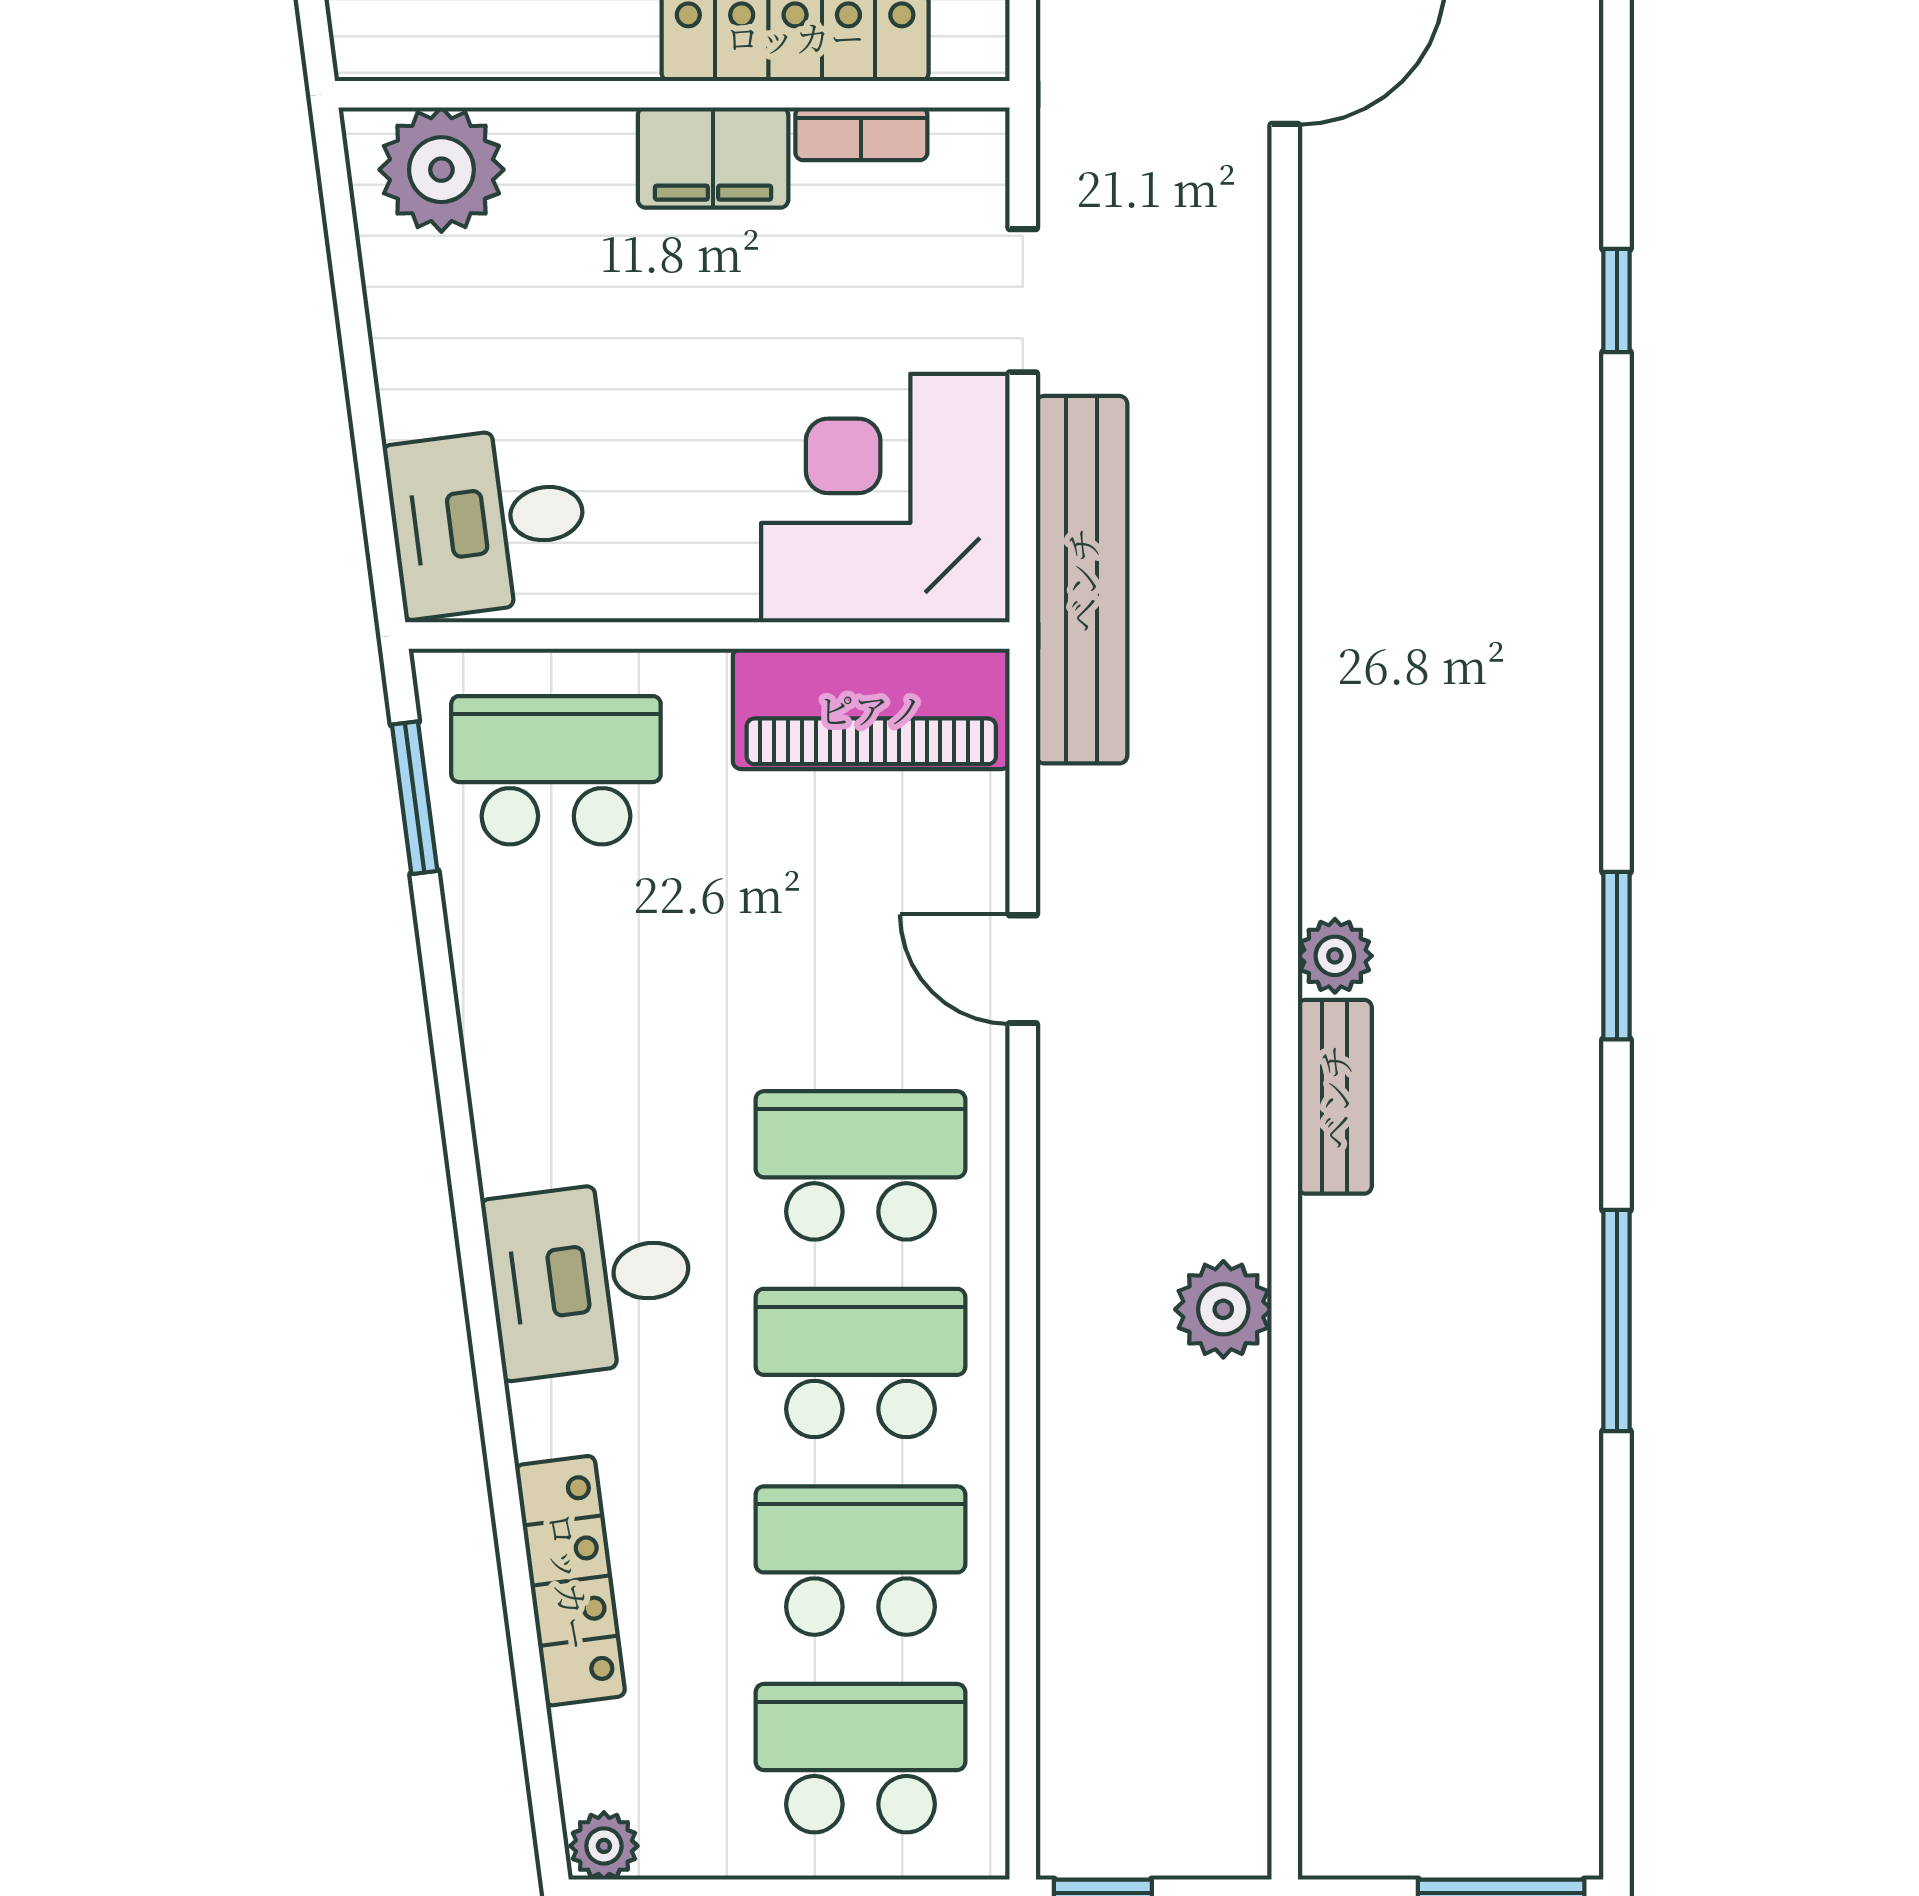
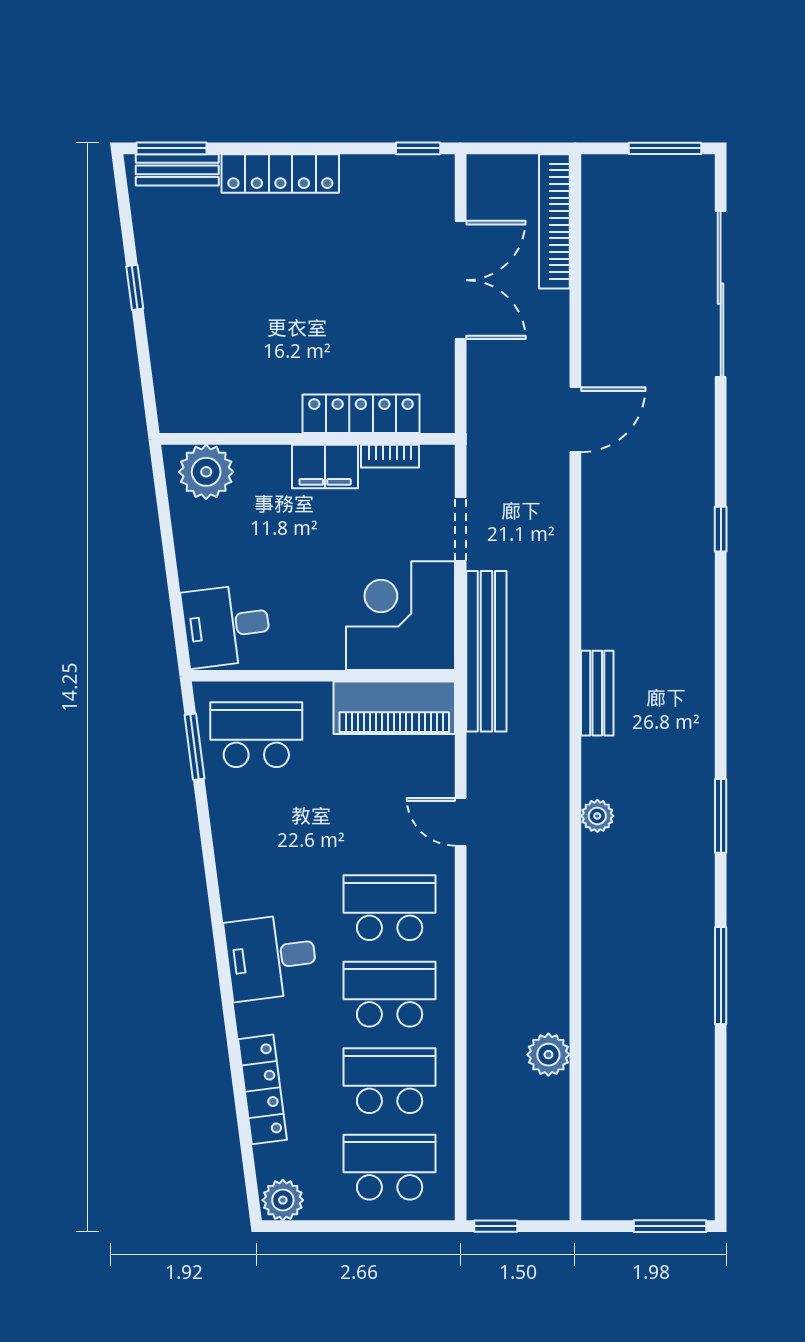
bench: (1335, 1097) -> (597, 693), moved
plant: (1223, 1309) -> (548, 1055), moved
plant: (604, 1846) -> (283, 1200), width x1.38, depth x1.38

